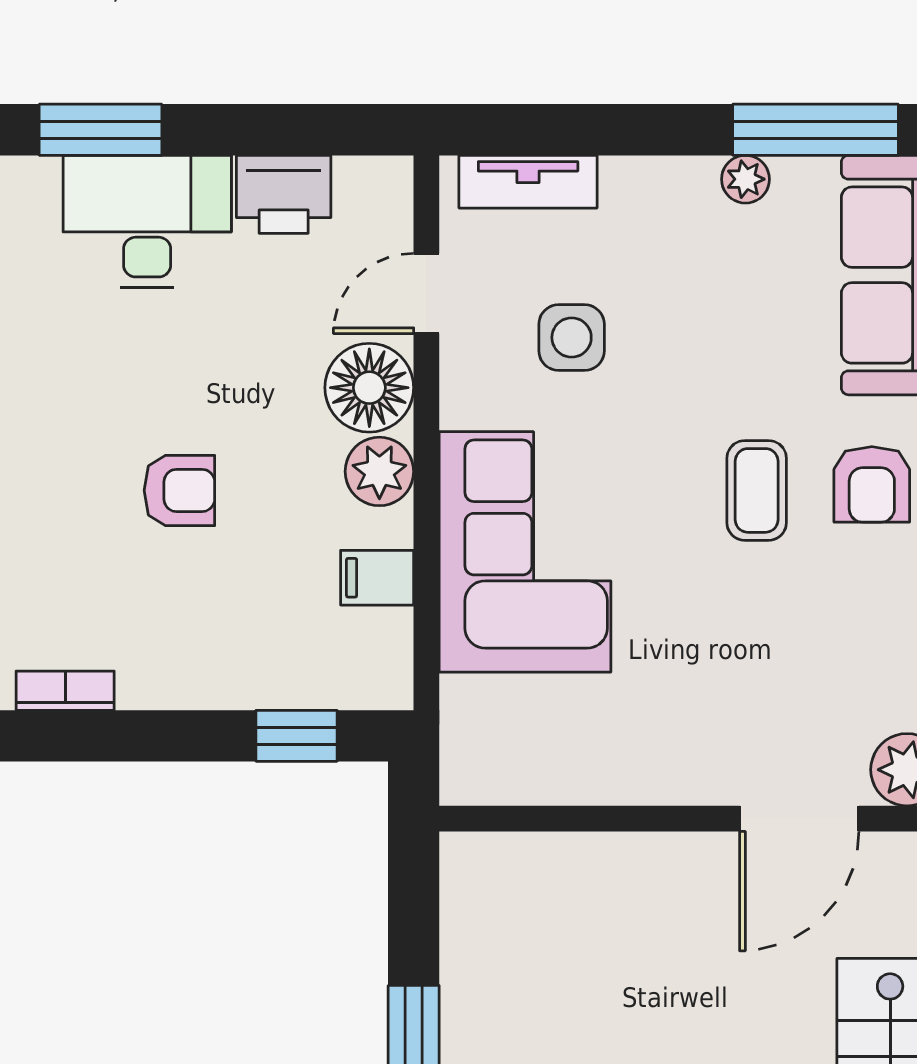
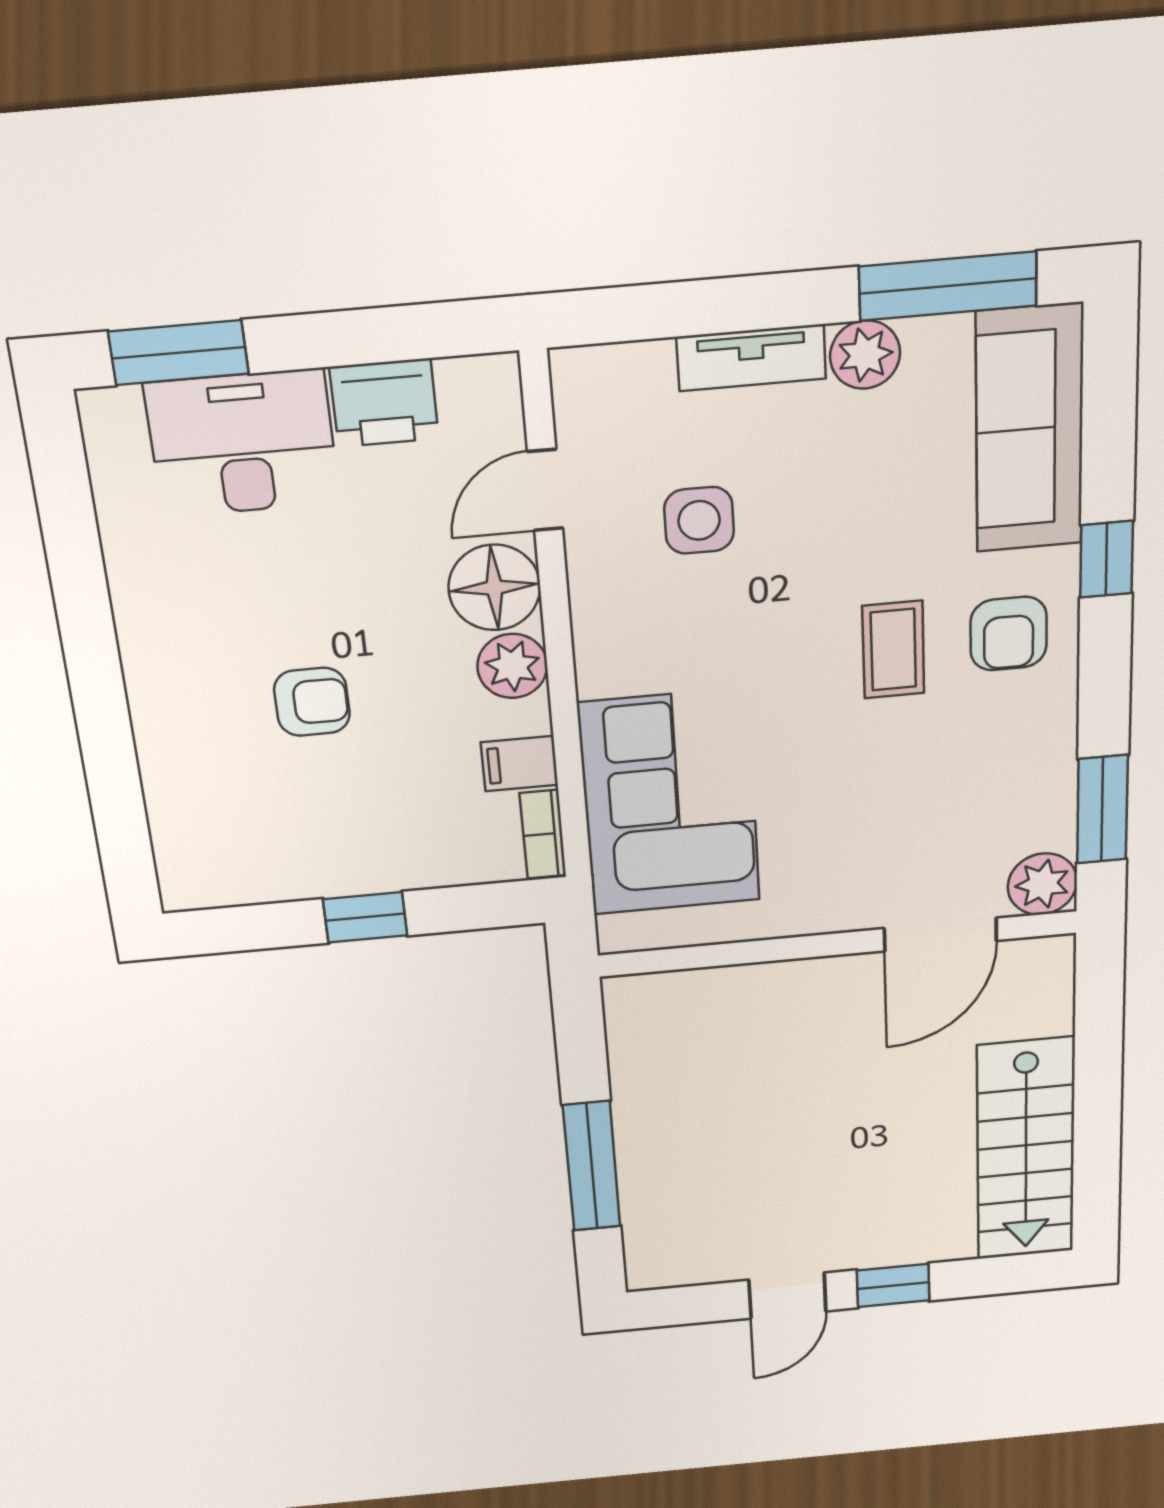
plant: (745, 179) -> (865, 355), width x1.38, depth x1.38
tv unit: (528, 182) -> (751, 358), moved
corner sofa: (525, 552) -> (670, 803), moved
bookcase: (65, 691) -> (543, 834), moved, turned -90
window: (297, 736) -> (365, 917), moved

